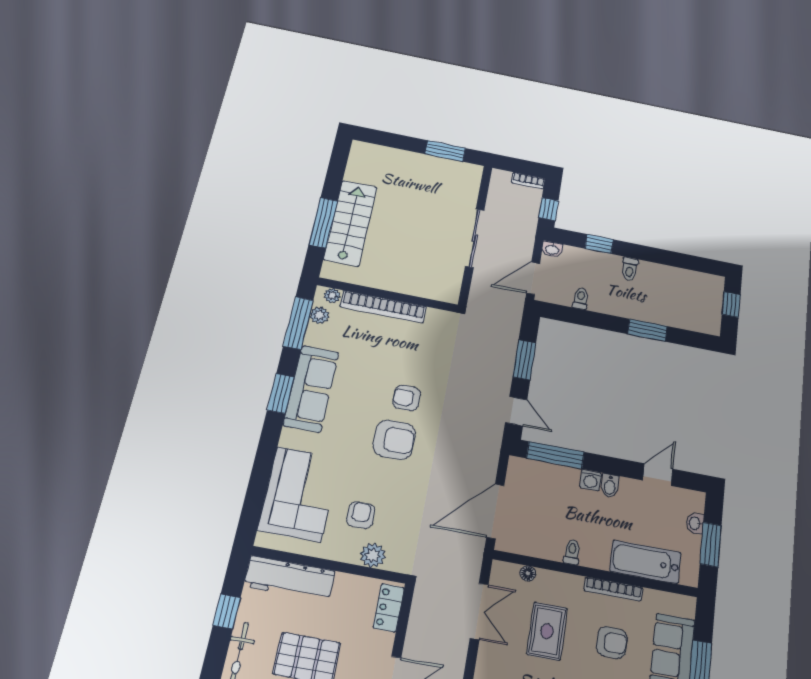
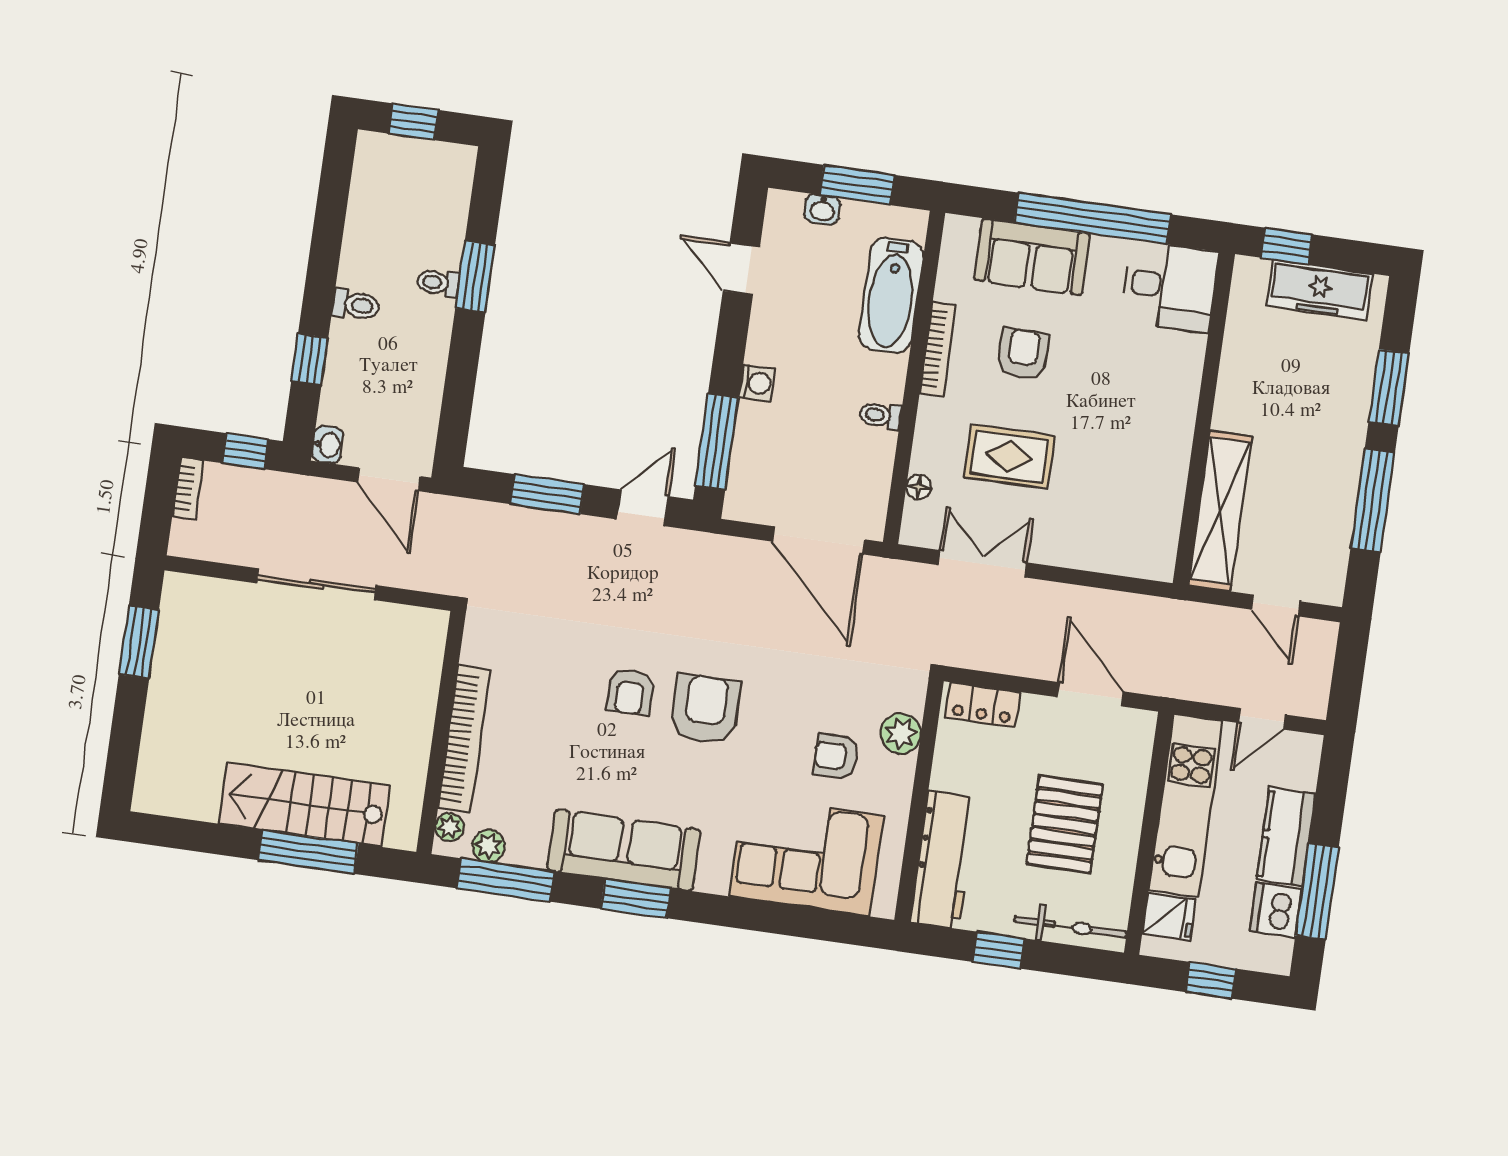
toilet: (581, 299) -> (438, 283), moved
bidet: (610, 486) -> (765, 351), removed

